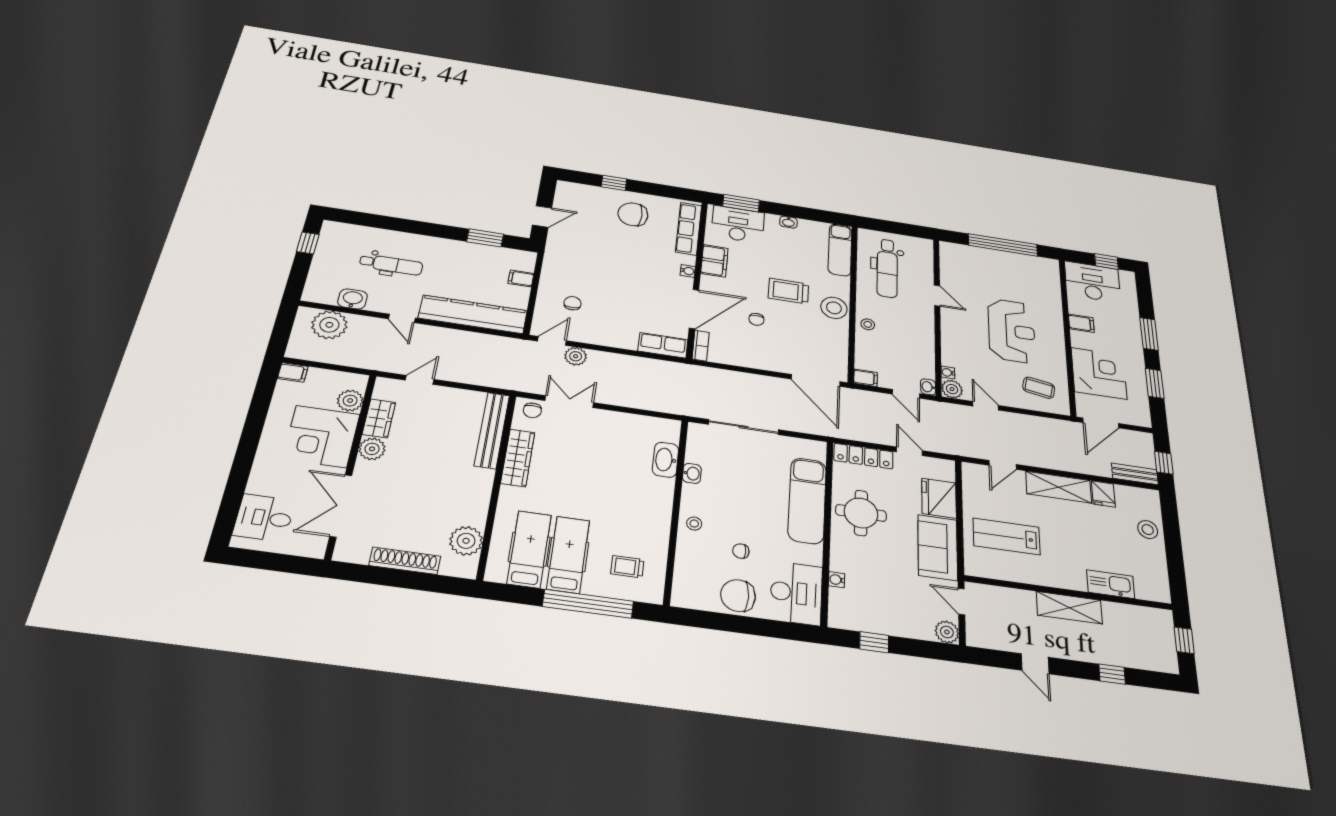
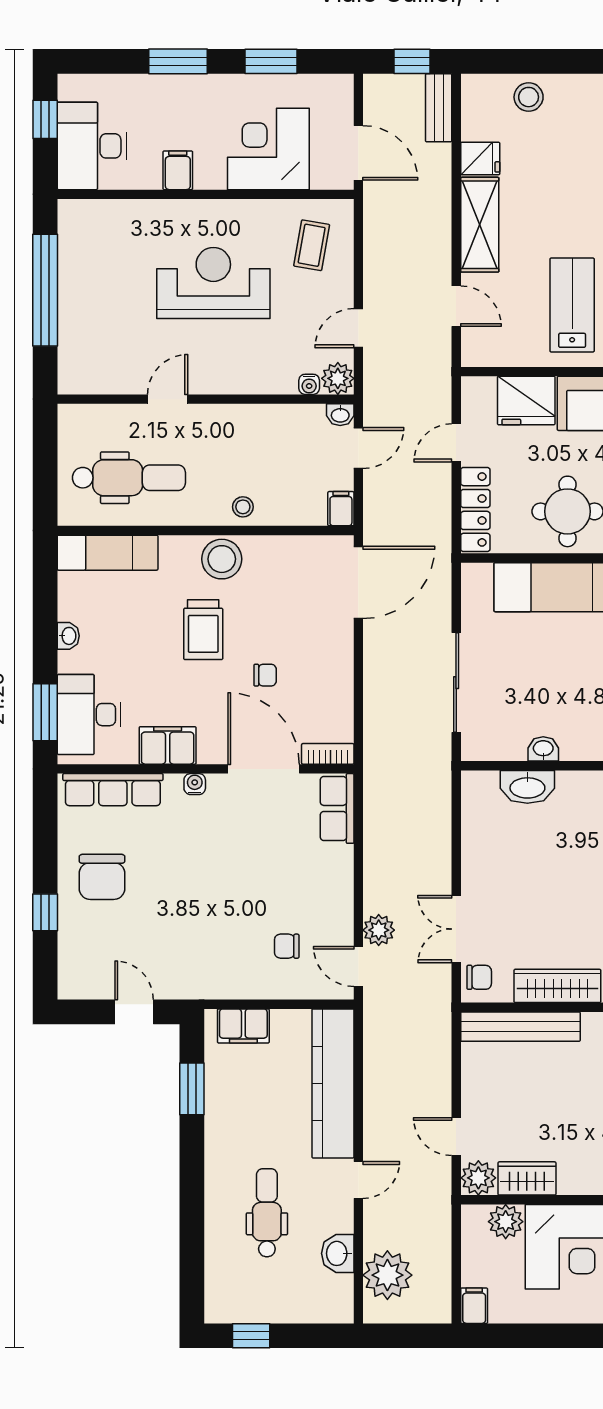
filing cabinet: (521, 278) -> (243, 1026), width x2.00
plant: (372, 449) -> (478, 1178), moved
lab bench: (1006, 537) -> (572, 305), turned 180

